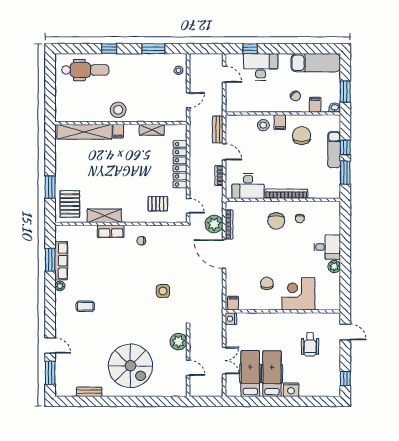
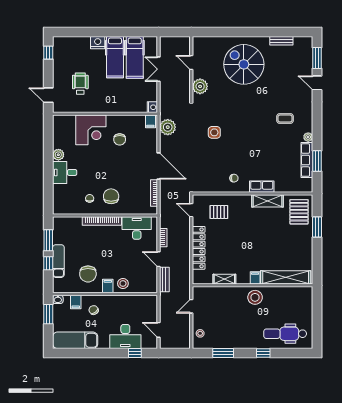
plant: (214, 224) -> (168, 127), moved

